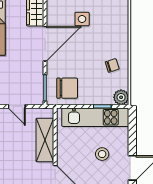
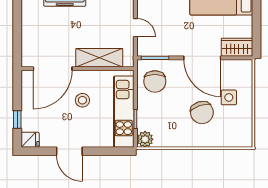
chair: (112, 65) -> (202, 112), moved, width x1.87, depth x1.87
door: (17, 106) -> (135, 28), swing flipped
stool: (102, 154) -> (82, 100), moved

